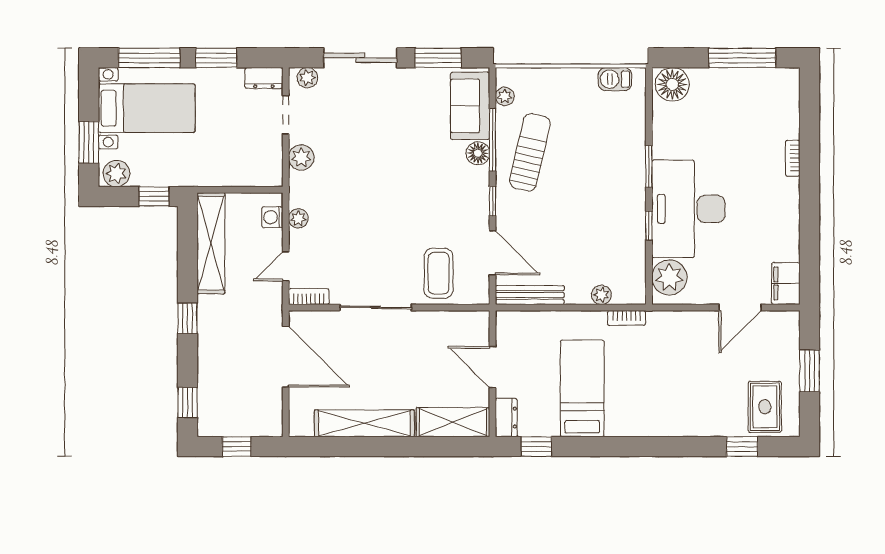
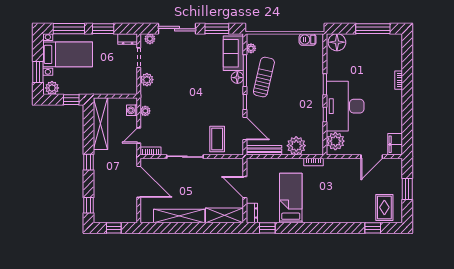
plant: (601, 295) -> (296, 146), width x1.87, depth x1.87

